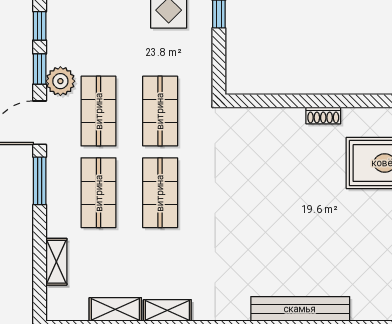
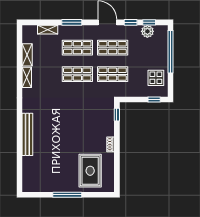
plant: (60, 81) -> (147, 31), moved
window: (254, 101) -> (117, 115), added
window: (40, 181) -> (72, 22), moved

